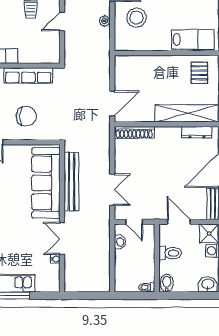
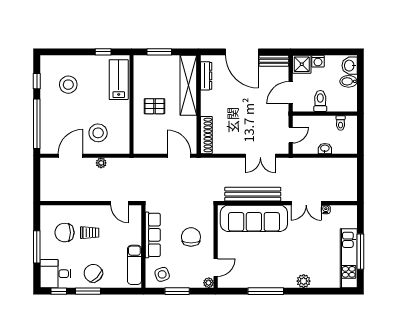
door: (62, 22) -> (119, 203), moved
pallet: (199, 73) -> (154, 106), moved
double door: (112, 190) -> (260, 156), swing flipped
washbasin: (120, 242) -> (325, 149), moved
bidet: (167, 283) -> (349, 81), moved
toilet: (147, 287) -> (341, 123), moved

